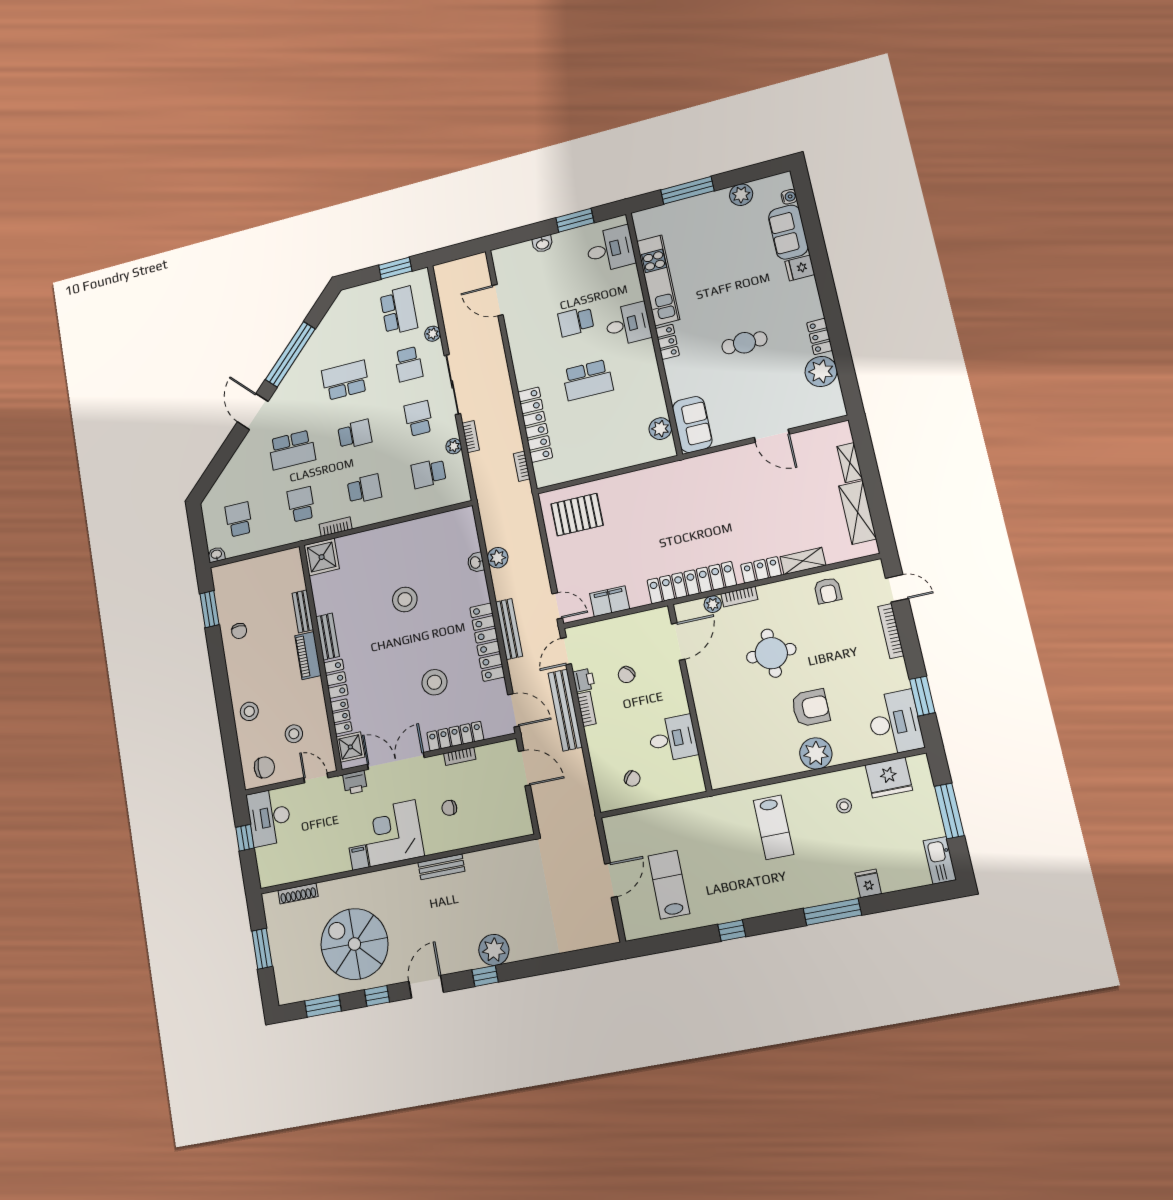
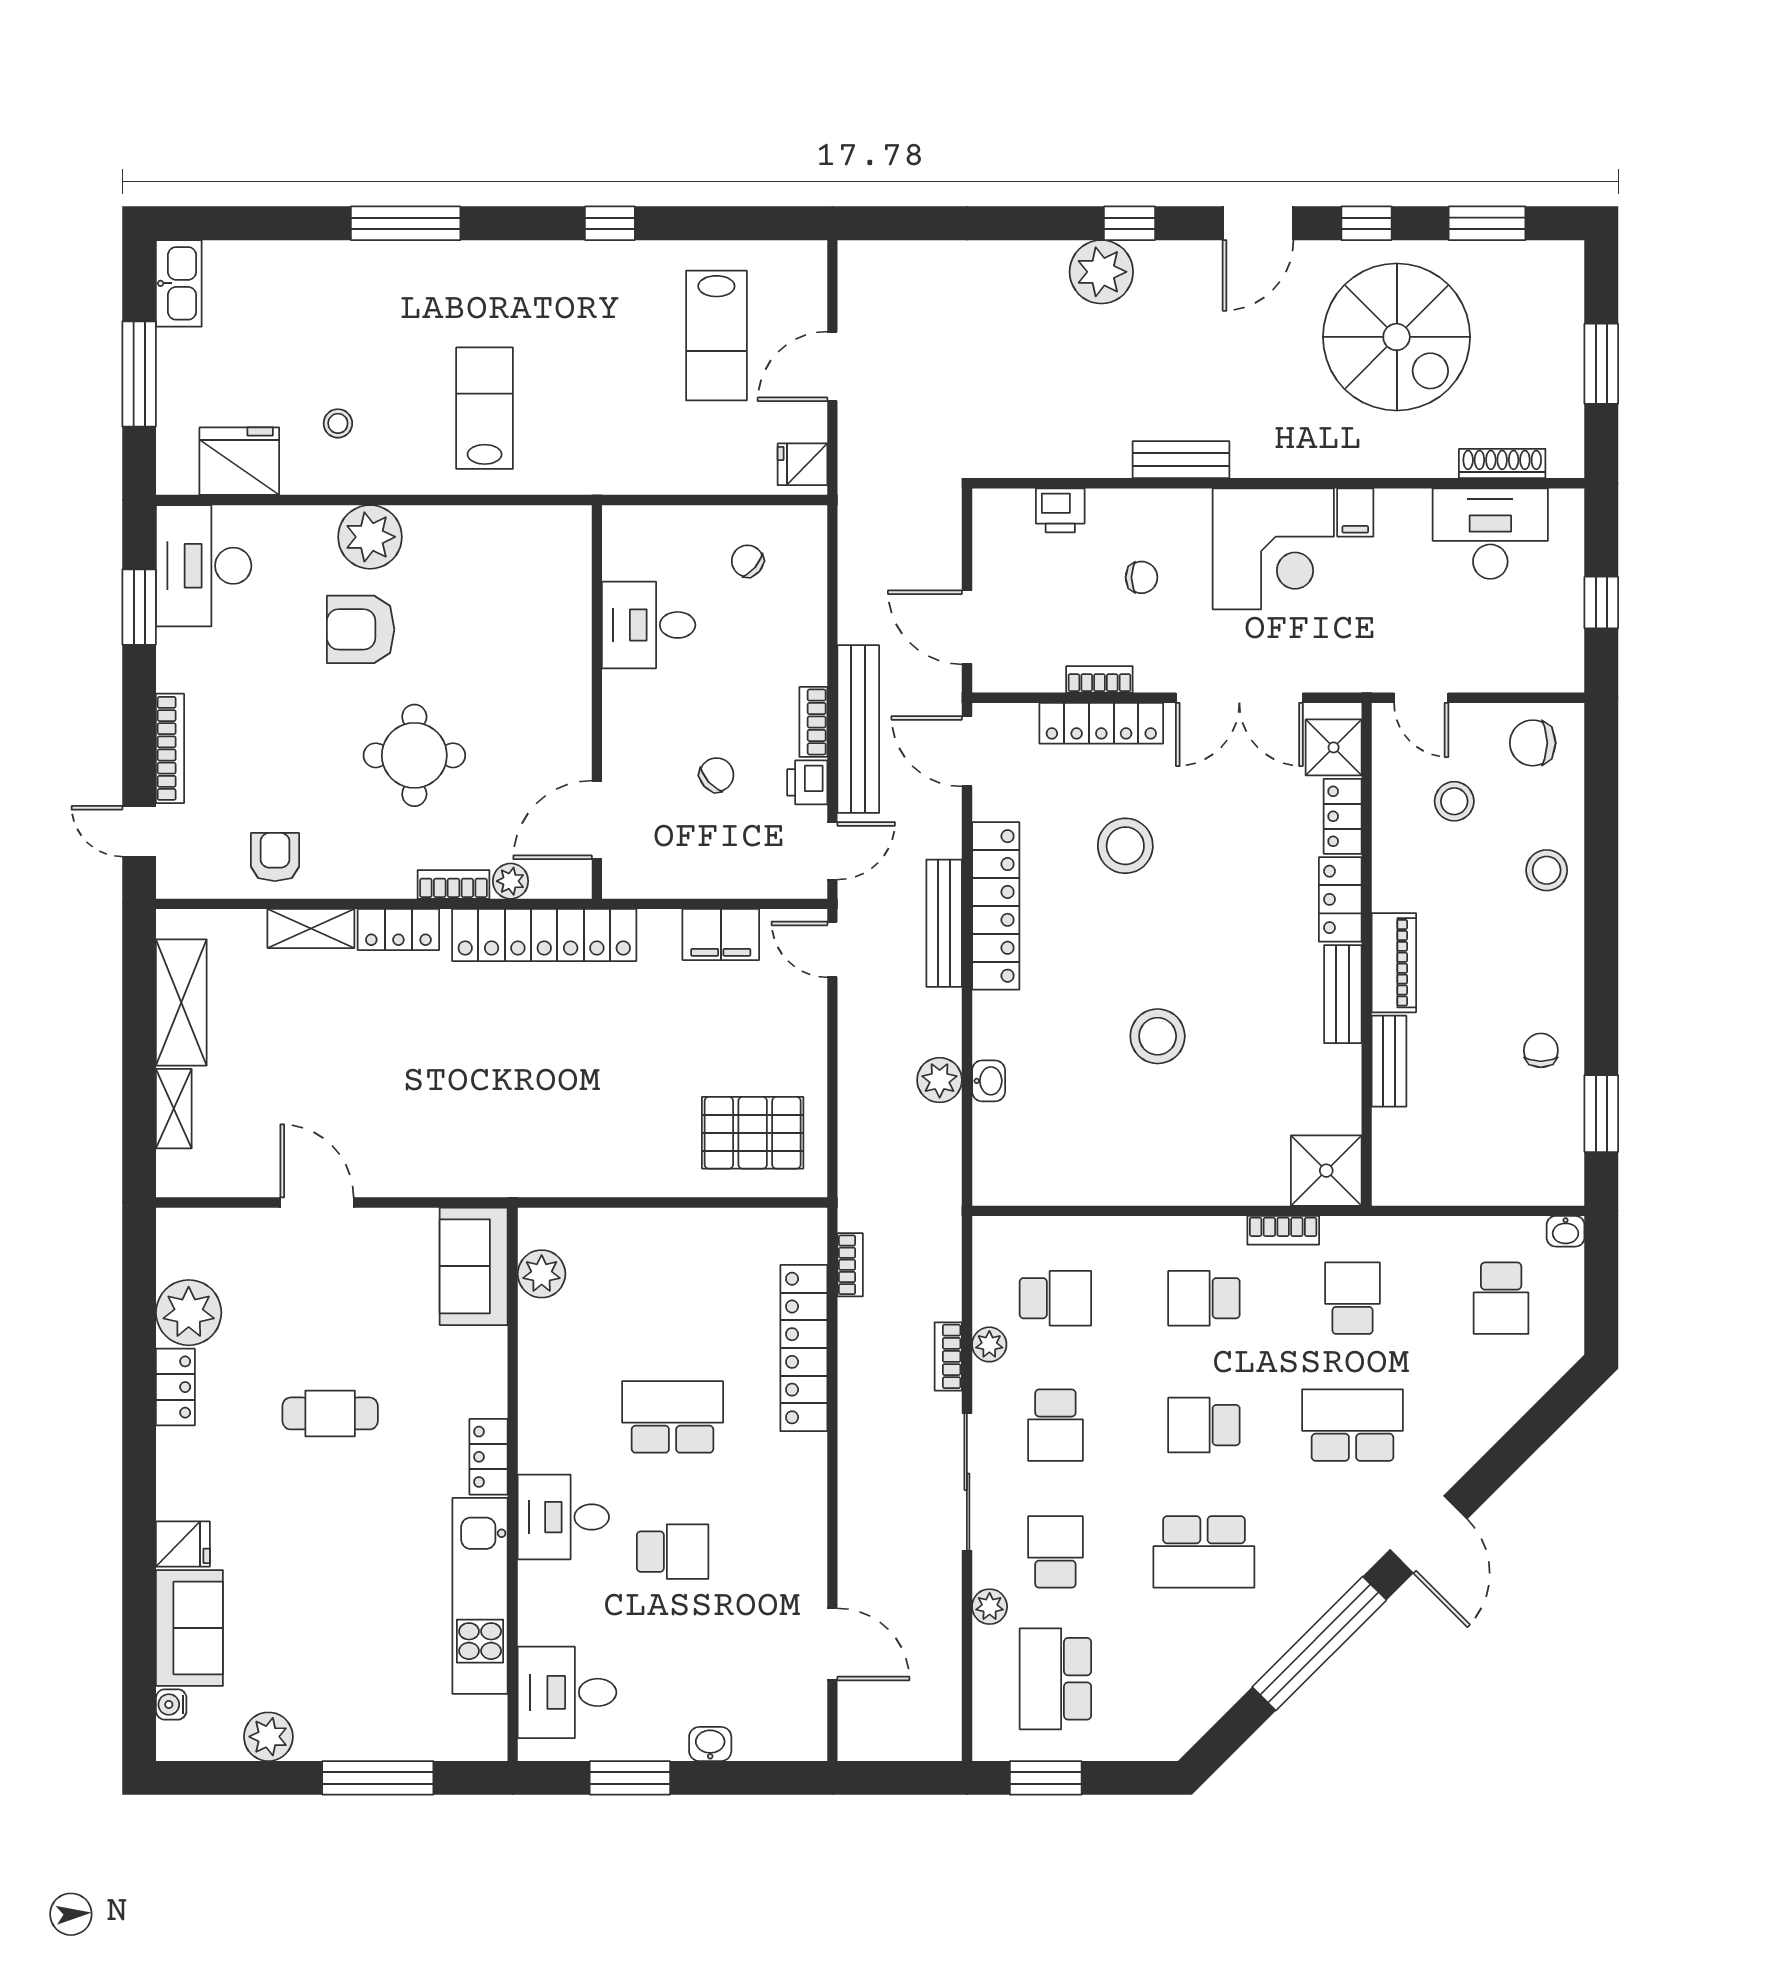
school desk: (301, 504) -> (1353, 1298), turned 180
printer: (355, 782) -> (1060, 510), moved, turned 180
desk: (269, 817) -> (1490, 534), moved, turned -90
fridge: (868, 883) -> (802, 464), moved, turned 90

